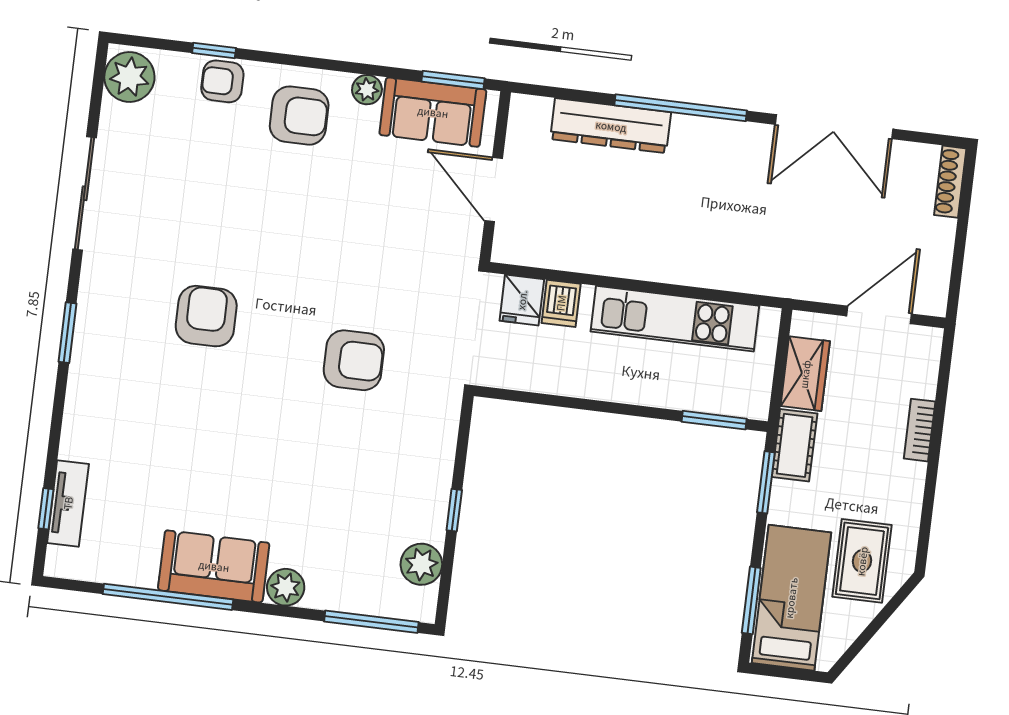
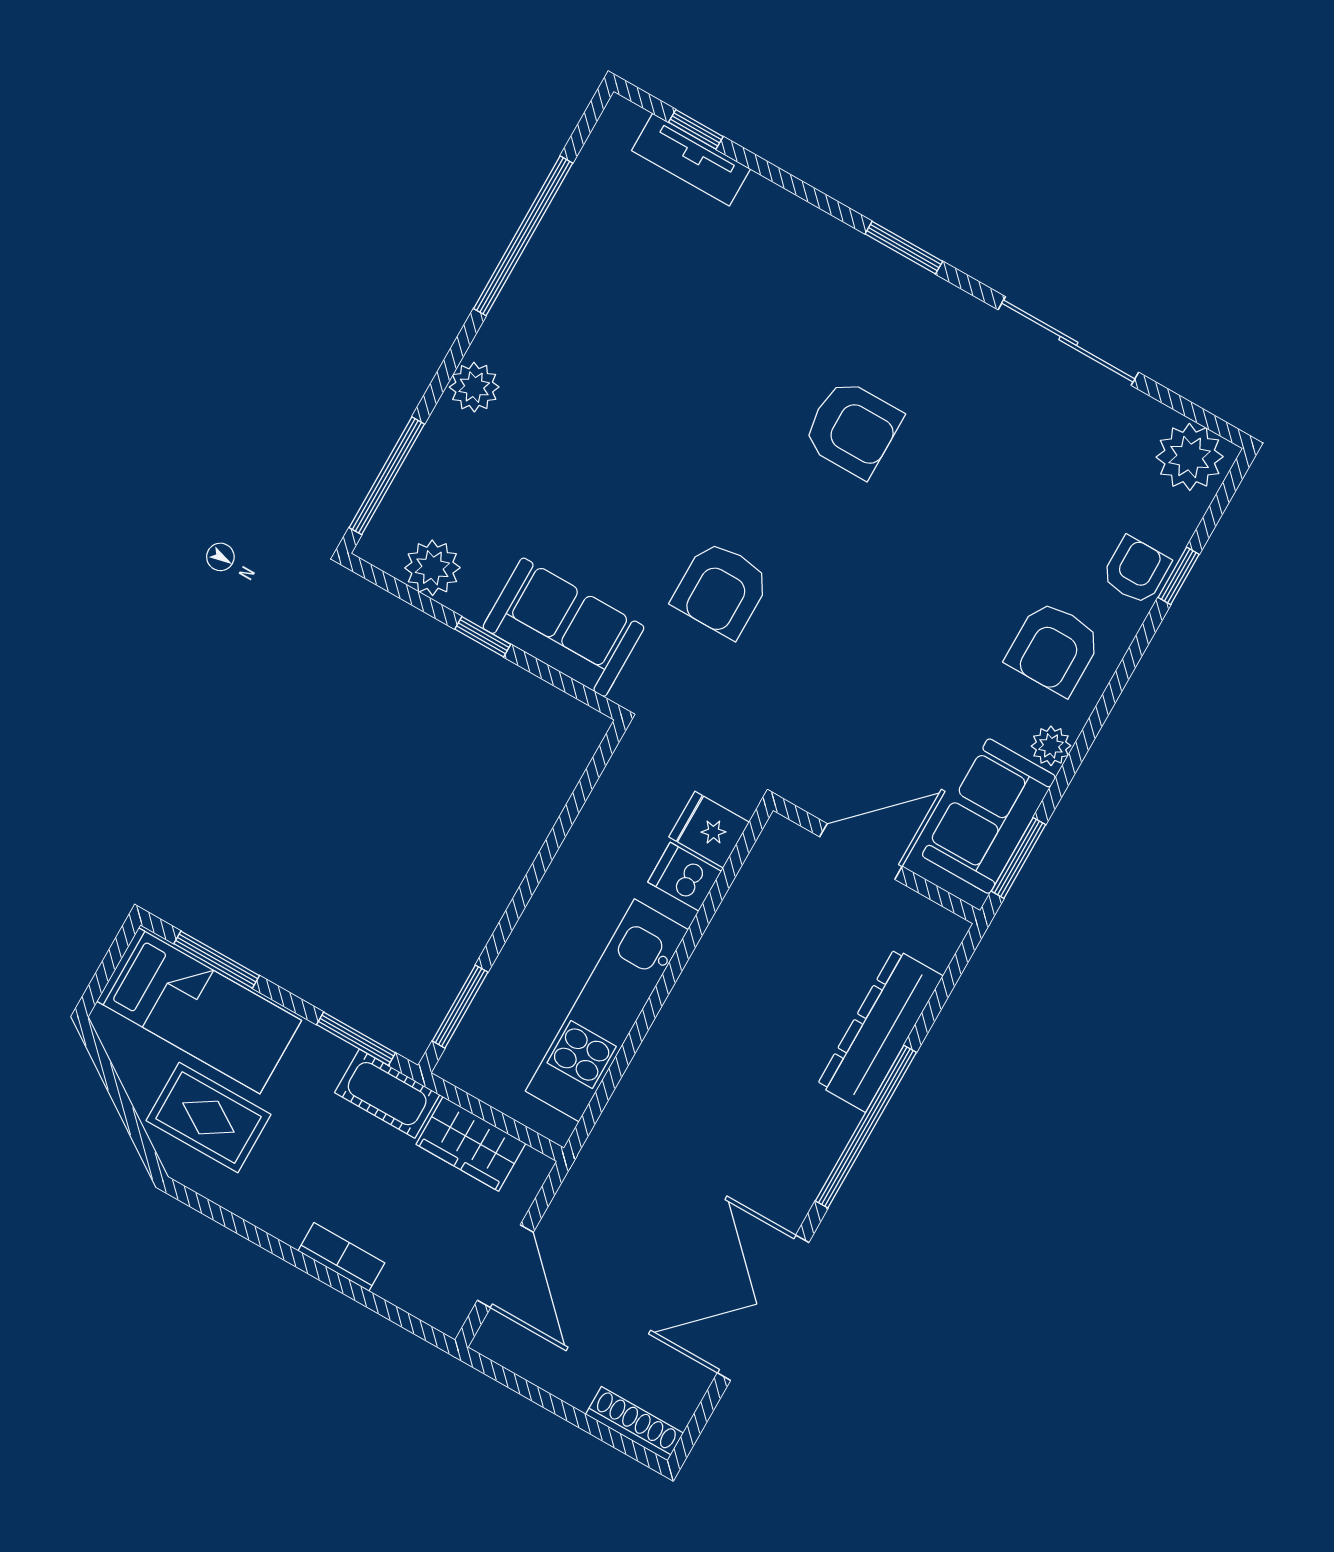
sofa: (214, 566) -> (563, 627), moved, turned -90

